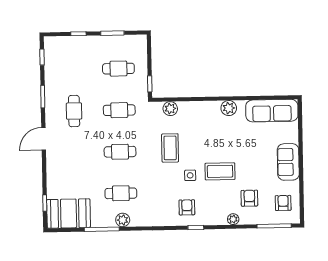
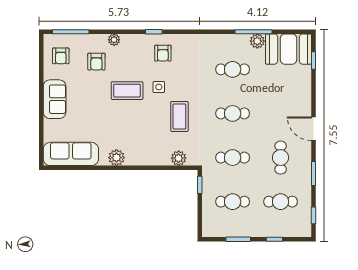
cafe table: (73, 69) -> (281, 202), added
door: (44, 139) -> (313, 129), swing flipped
plant: (123, 220) -> (257, 41), moved

